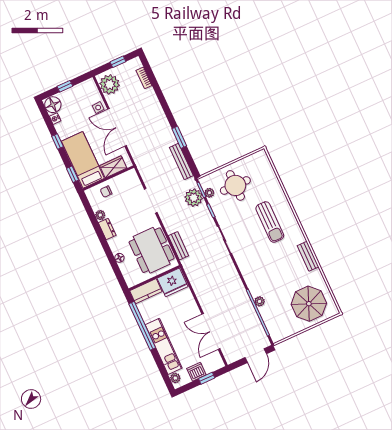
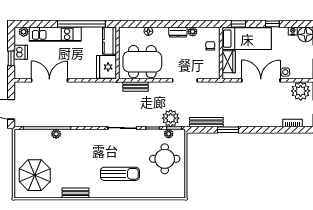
sun lounger: (270, 222) -> (120, 174), turned 180

